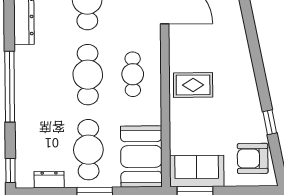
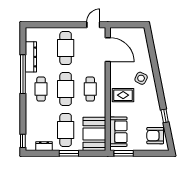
side table: (226, 54) -> (141, 78), added
cafe table: (43, 75) -> (41, 89), added
window: (10, 87) -> (23, 74), moved
sofa: (197, 171) -> (118, 132), moved, turned 90

